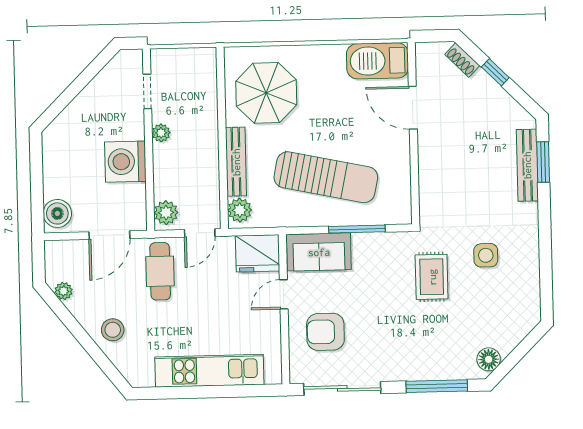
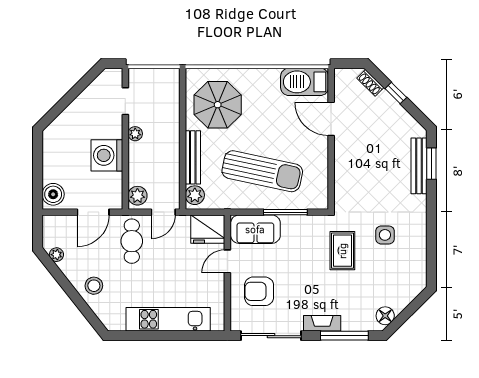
fireplace: (408, 371) -> (322, 323), added

